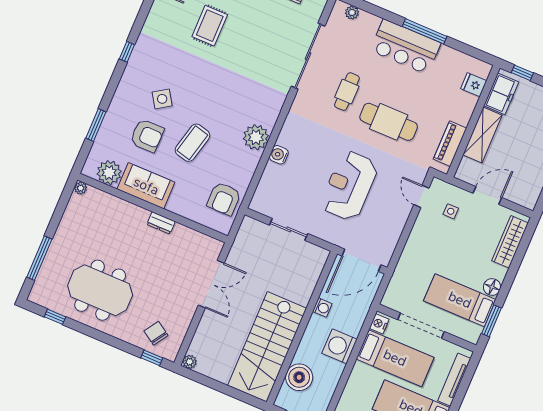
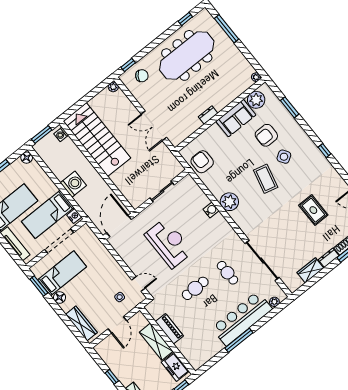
bar counter: (405, 47) -> (242, 318), width x1.36
fridge: (474, 85) -> (190, 353), removed
cafe table: (389, 122) -> (195, 288), width x0.73, depth x0.74
coffee table: (192, 143) -> (266, 179), moved
piano: (450, 144) -> (169, 329), moved
meeting table: (100, 290) -> (187, 55), width x1.36
washing machine: (322, 308) -> (61, 134), moved
boiler: (299, 377) -> (68, 149), removed

